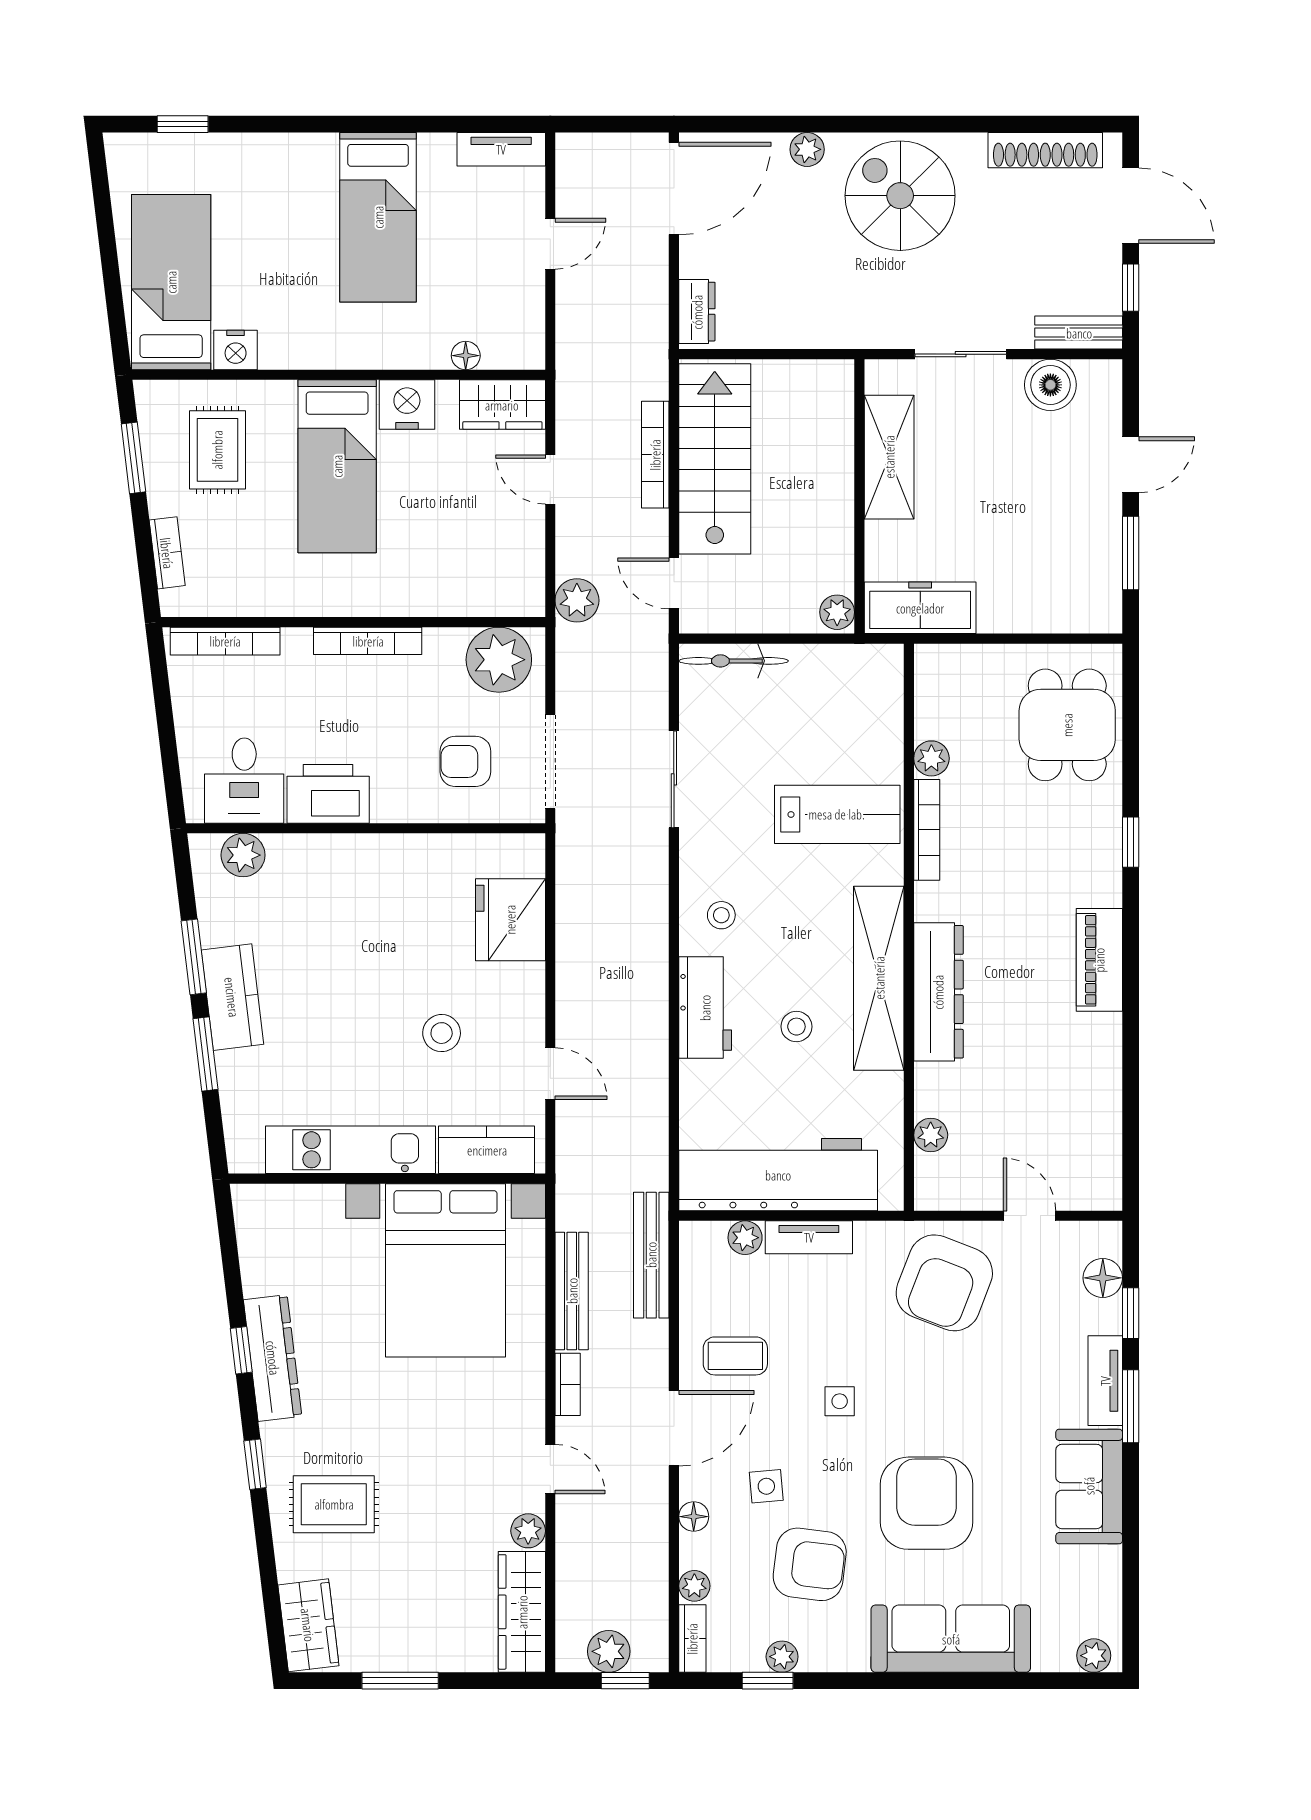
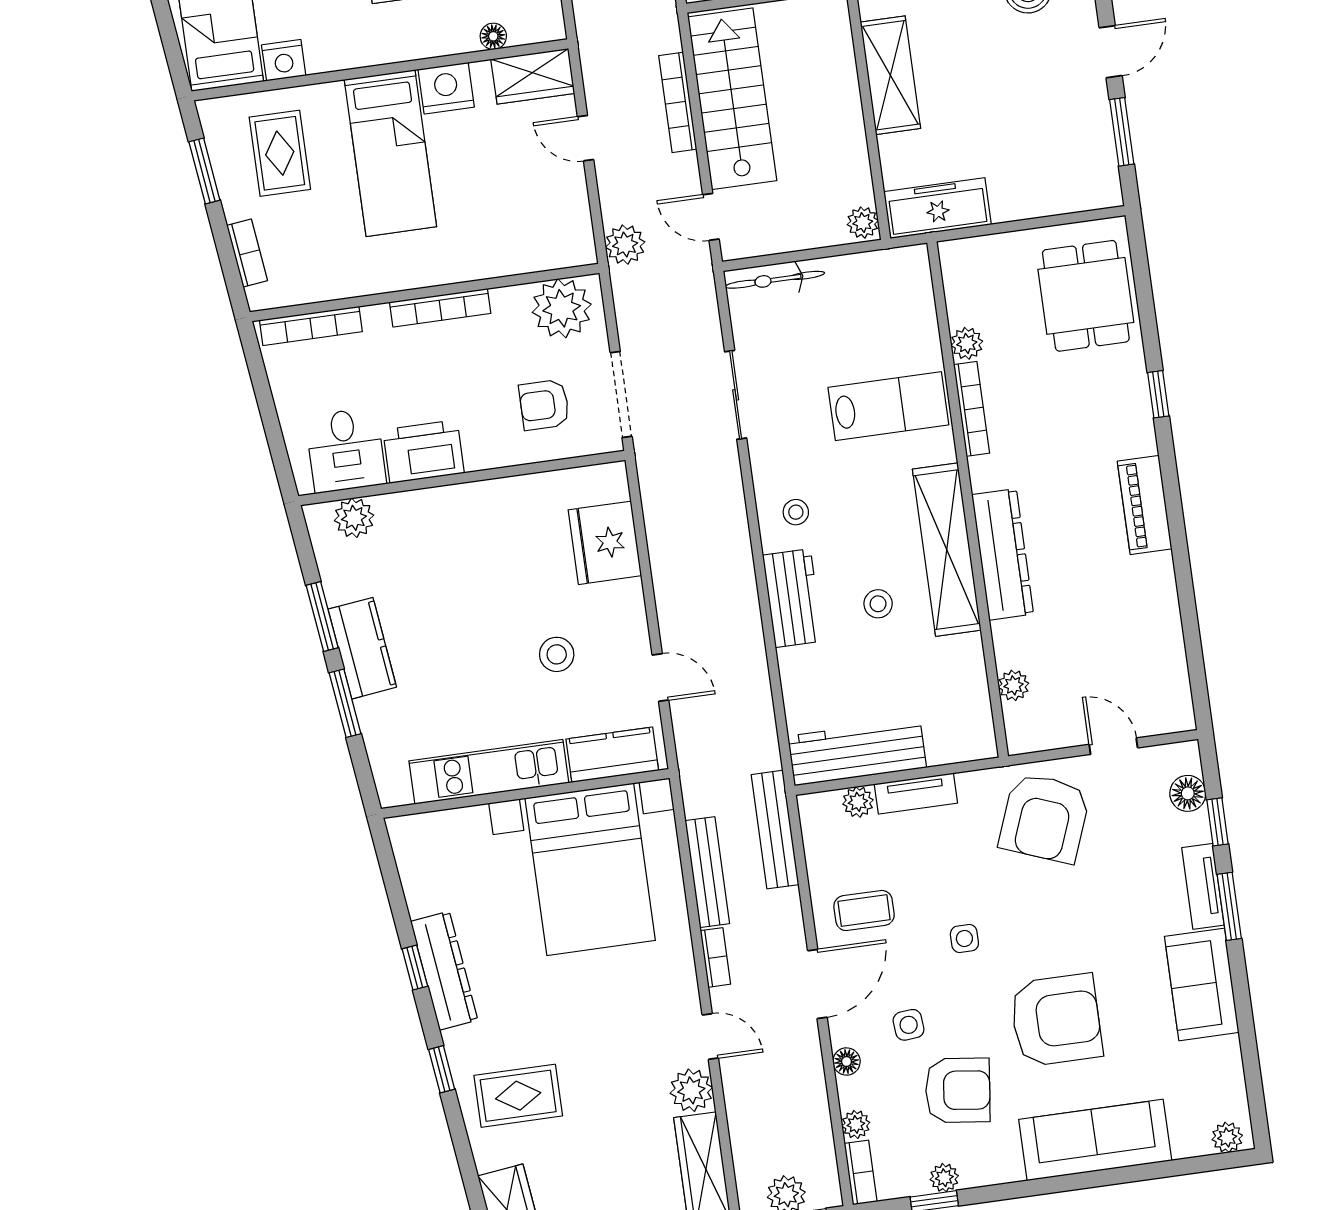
workbench: (778, 1175) -> (857, 752), width x0.73, depth x0.76
armchair: (927, 1503) -> (1056, 1020), turned 90
plant: (528, 1531) -> (691, 1090), width x1.38, depth x1.38

